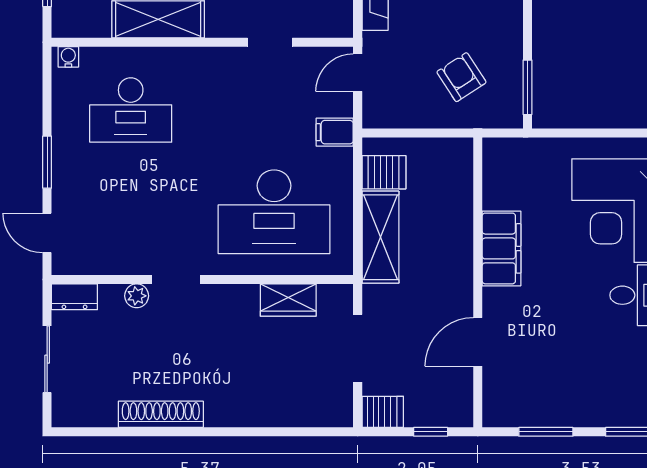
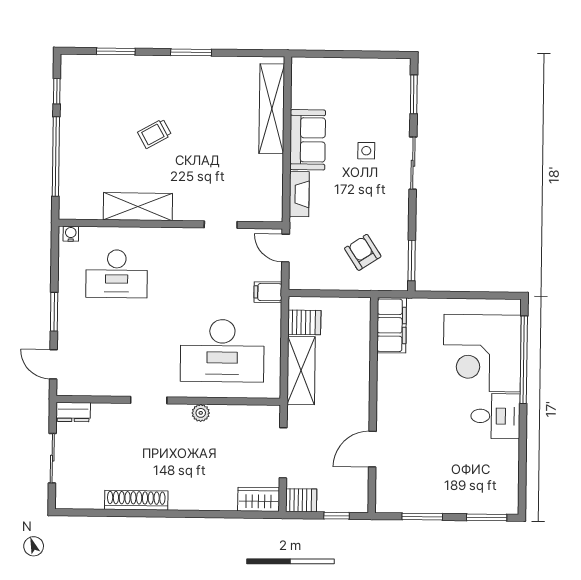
door: (358, 73) -> (286, 248), hinge flipped
filing cabinet: (501, 248) -> (392, 325), moved
plant: (137, 296) -> (201, 413), moved
wardrobe: (288, 300) -> (259, 499), moved, turned 180

